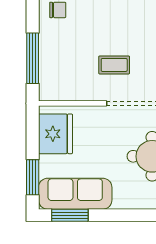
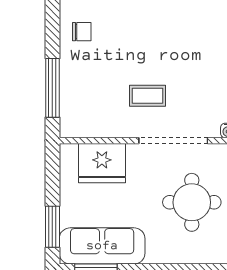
fridge: (55, 134) -> (102, 163), moved, turned 90

